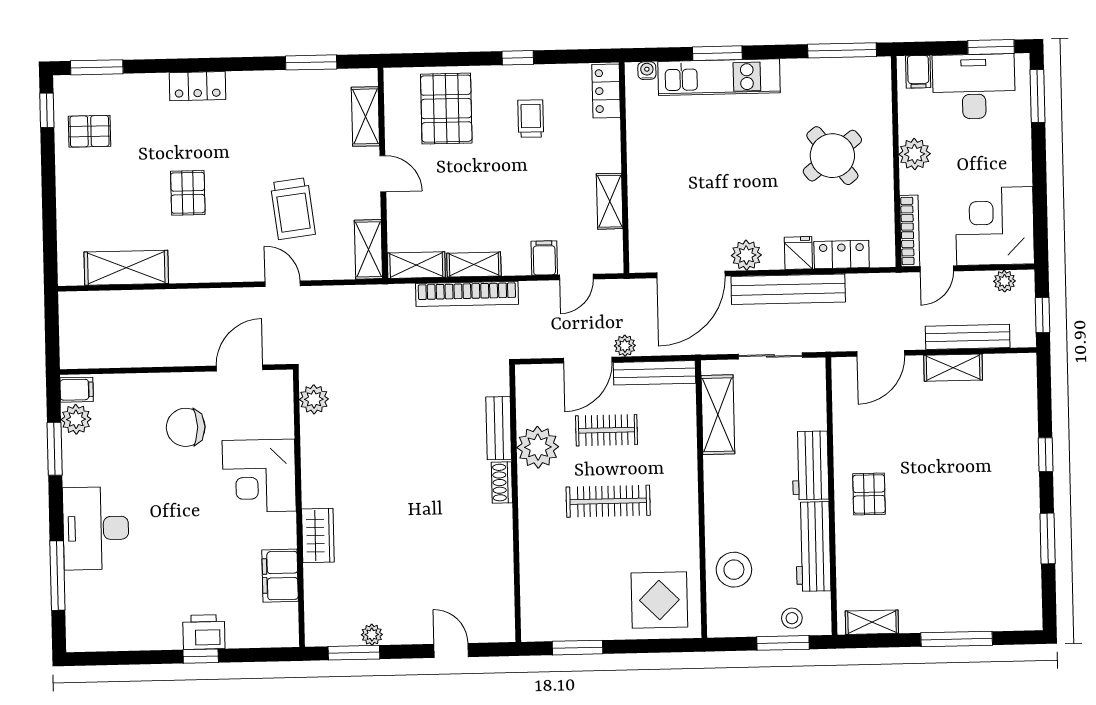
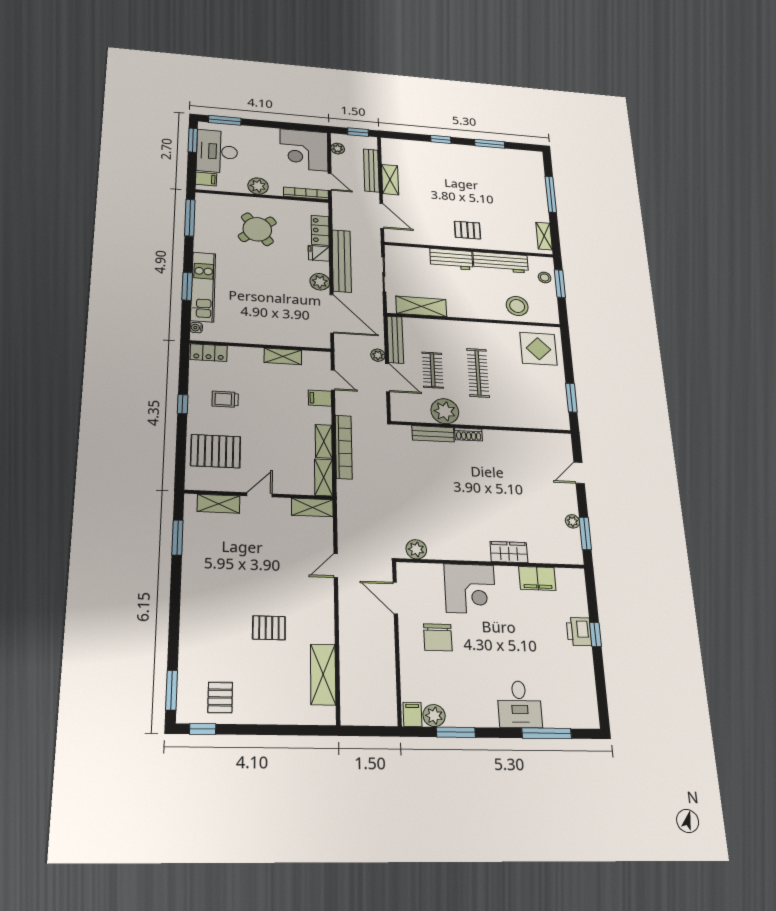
locker: (197, 86) -> (190, 617), removed
trolley: (293, 209) -> (282, 556), removed
desk: (96, 528) -> (520, 704), width x0.73

